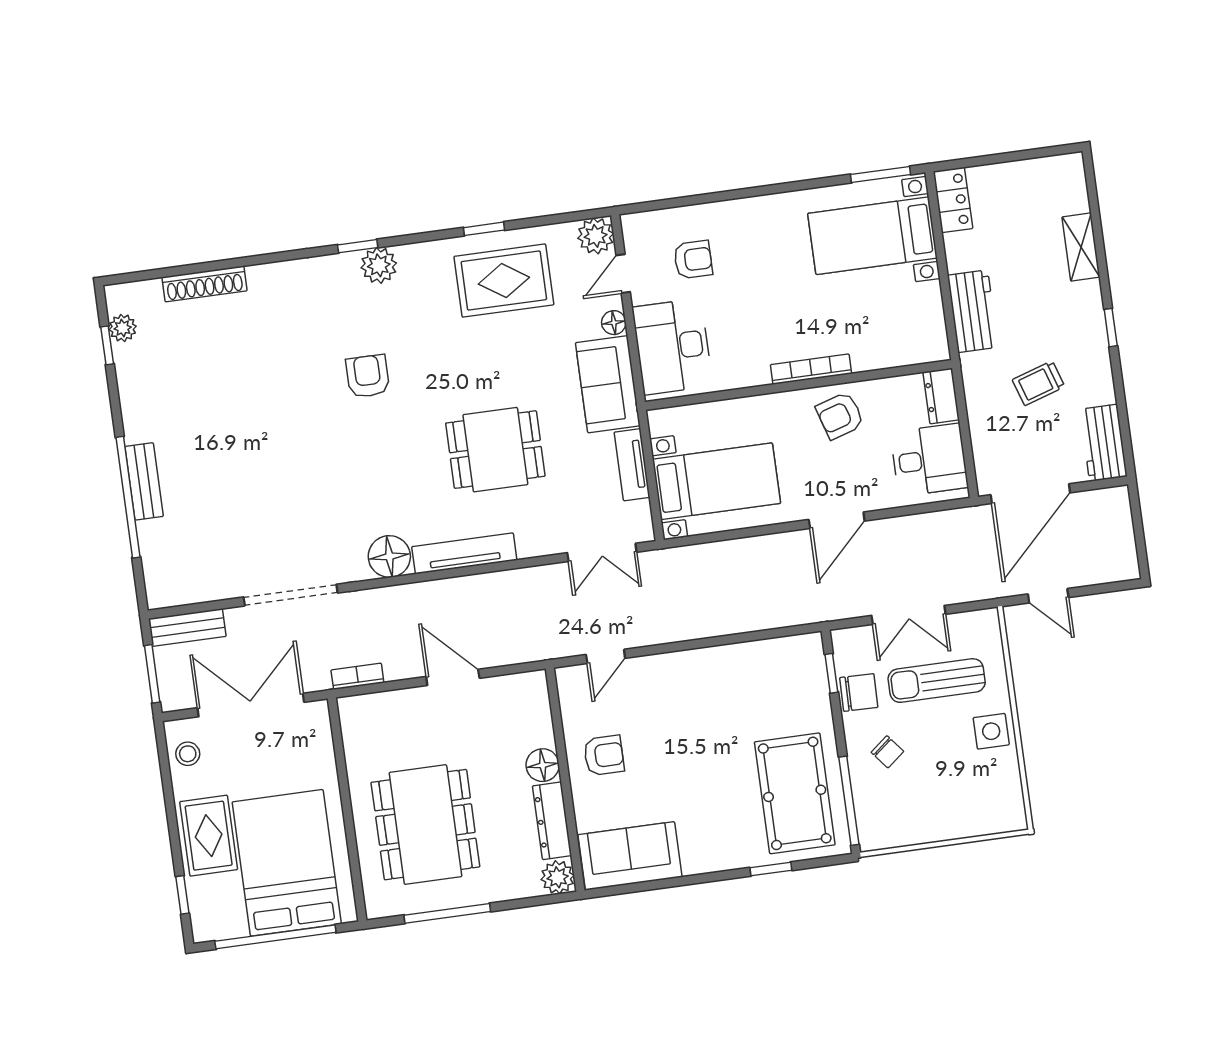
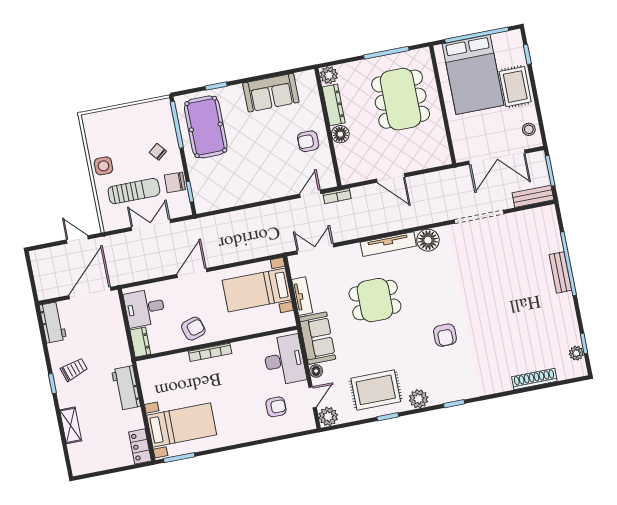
armchair: (693, 260) -> (276, 407), turned 180
plant: (379, 265) -> (419, 399), moved
trolley: (1039, 383) -> (74, 369), moved
bookcase: (357, 676) -> (337, 196), moved
sofa: (630, 856) -> (271, 93), moved

